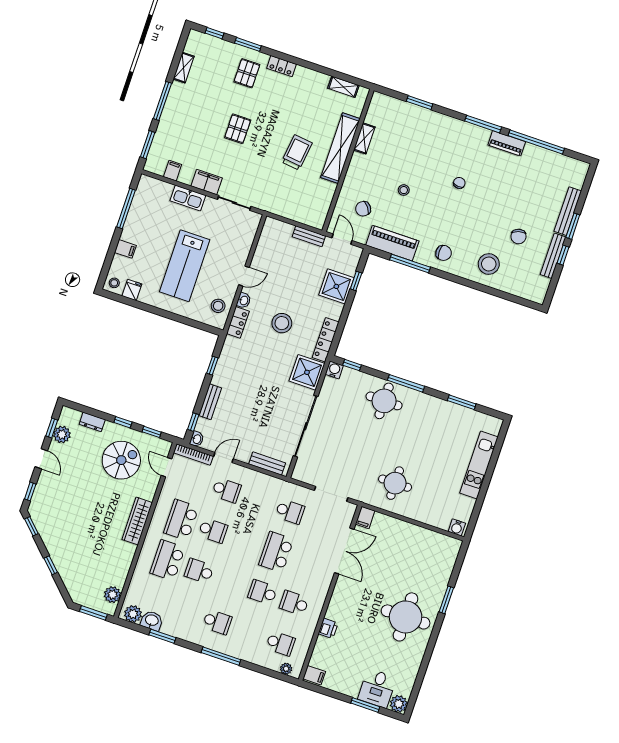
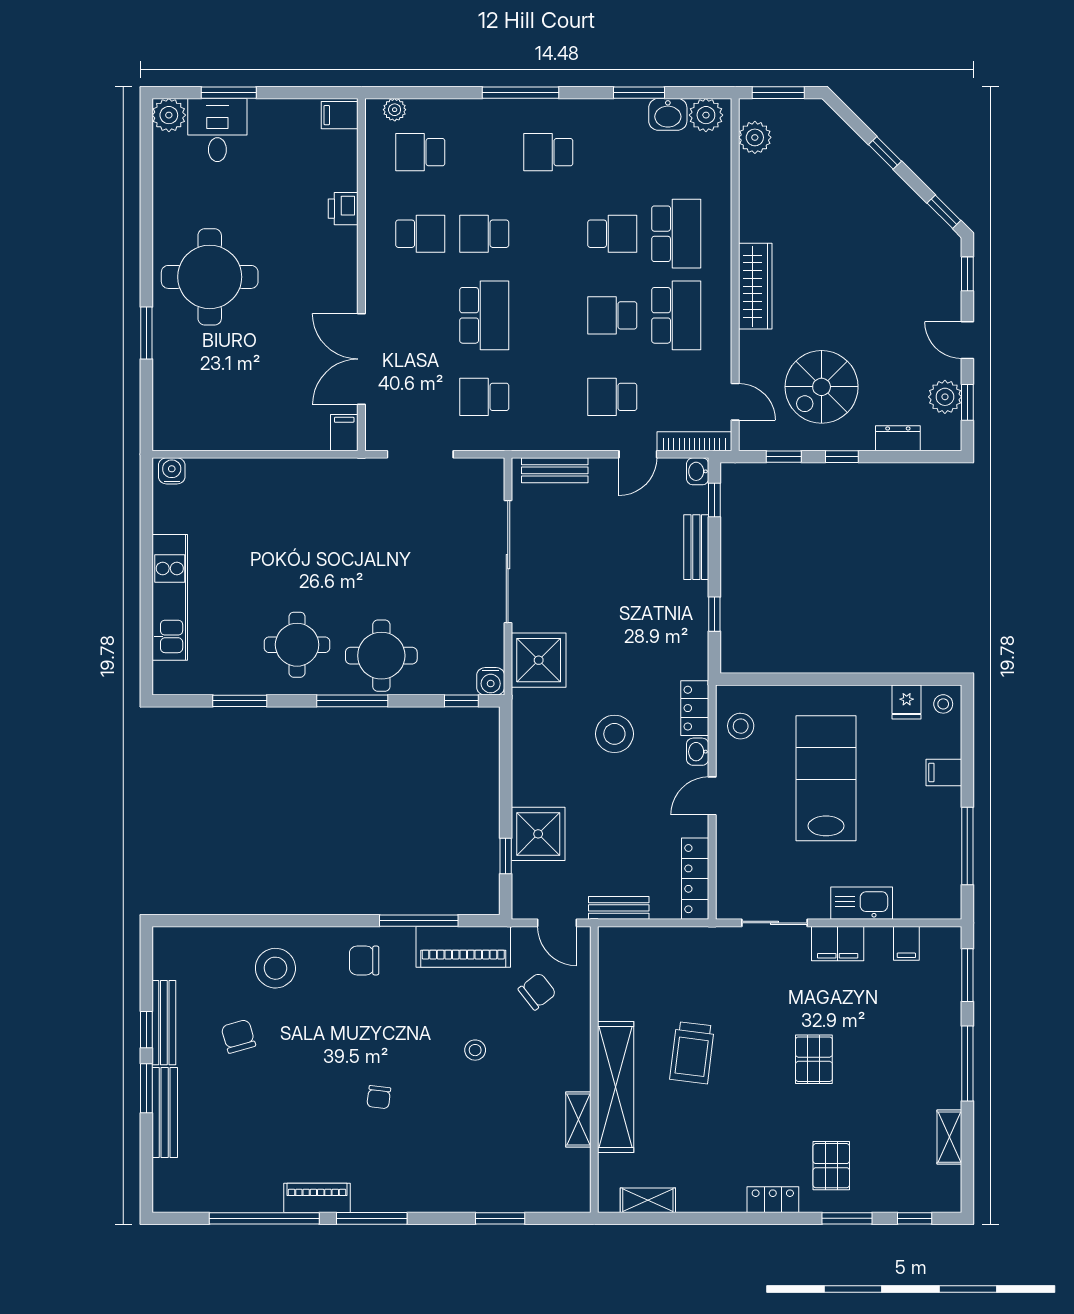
locker: (326, 340) -> (695, 879), moved, turned 180
round table: (395, 483) -> (297, 645), moved
school desk: (263, 592) -> (484, 234), turned 180

